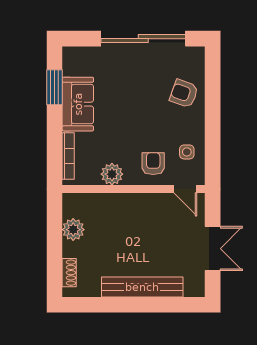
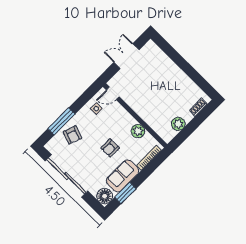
floor lamp: (75, 59) -> (105, 196), added
window: (213, 96) -> (61, 121), added
armchair: (153, 164) -> (110, 148), moved
door: (185, 189) -> (113, 93), swing flipped
bench: (142, 287) -> (173, 70), removed

